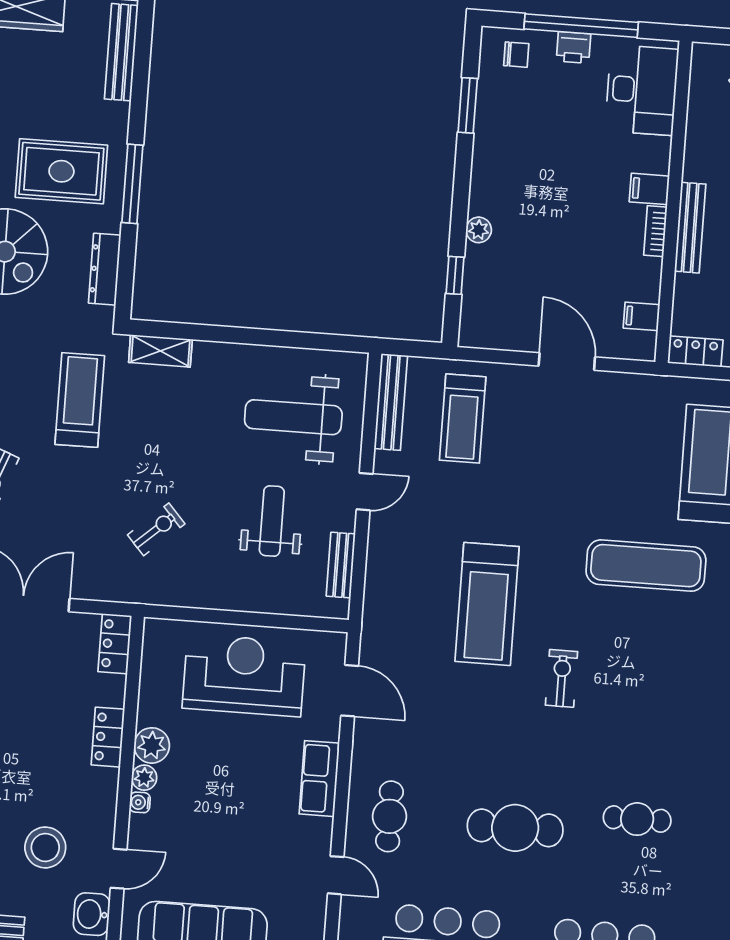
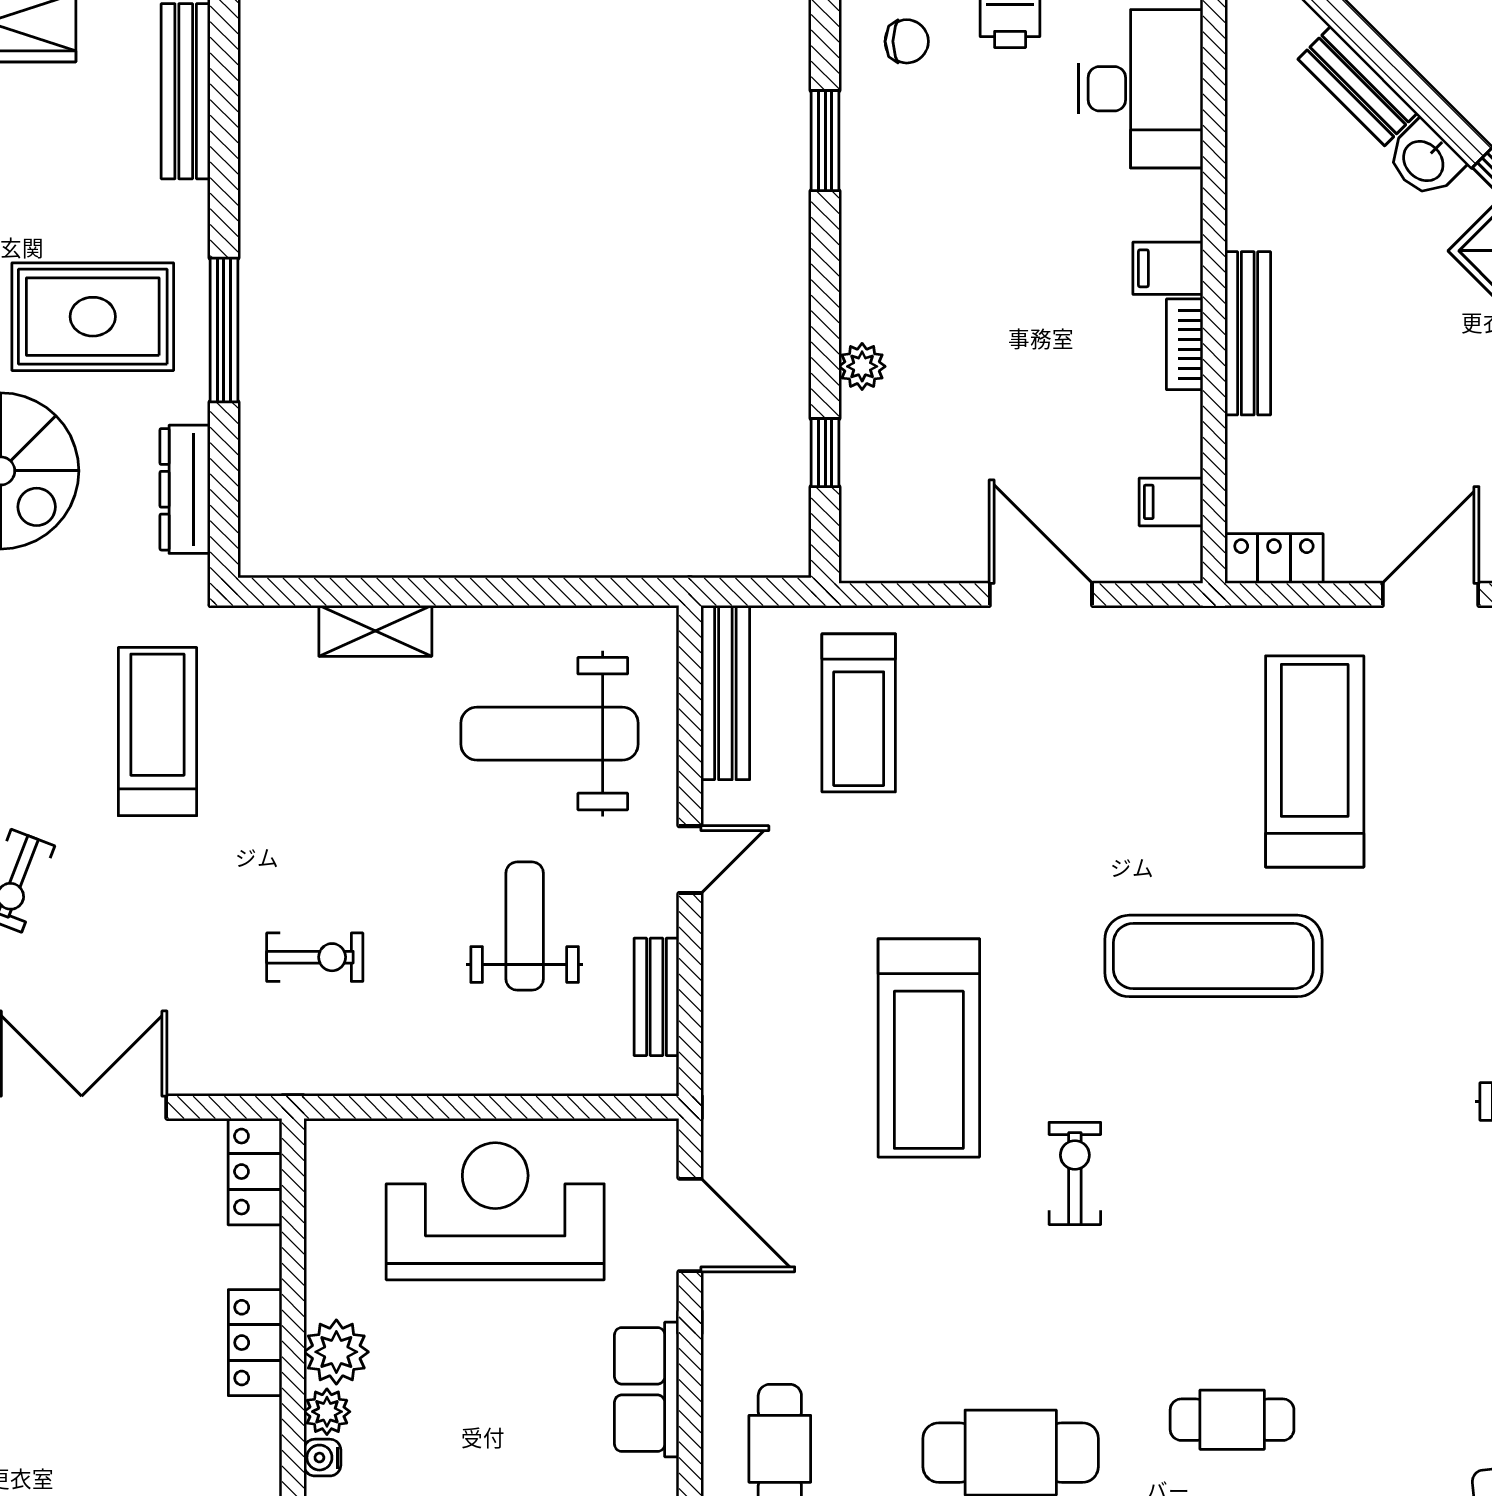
shelving: (160, 351) -> (375, 631), moved
exercise bike: (156, 529) -> (315, 957), turned 42

